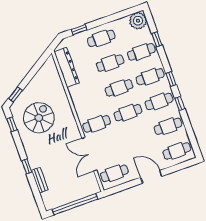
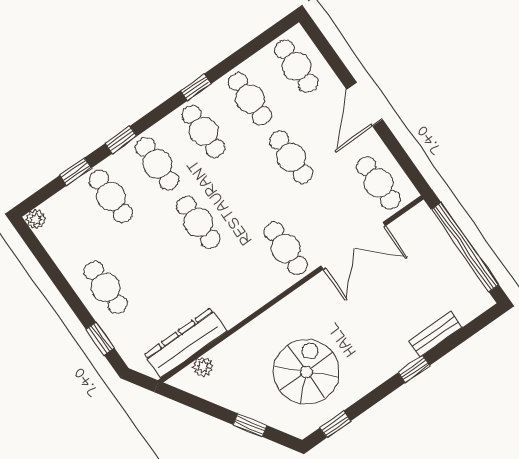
plant: (138, 21) -> (36, 219), width x0.53, depth x0.53
cafe table: (110, 63) -> (152, 255), removed
plant: (54, 72) -> (203, 367), added
window: (171, 79) -> (121, 140), moved
window: (15, 94) -> (250, 425), moved
cafe table: (128, 113) -> (291, 157), moved
spiral stairs: (39, 118) -> (306, 372), turned 90

